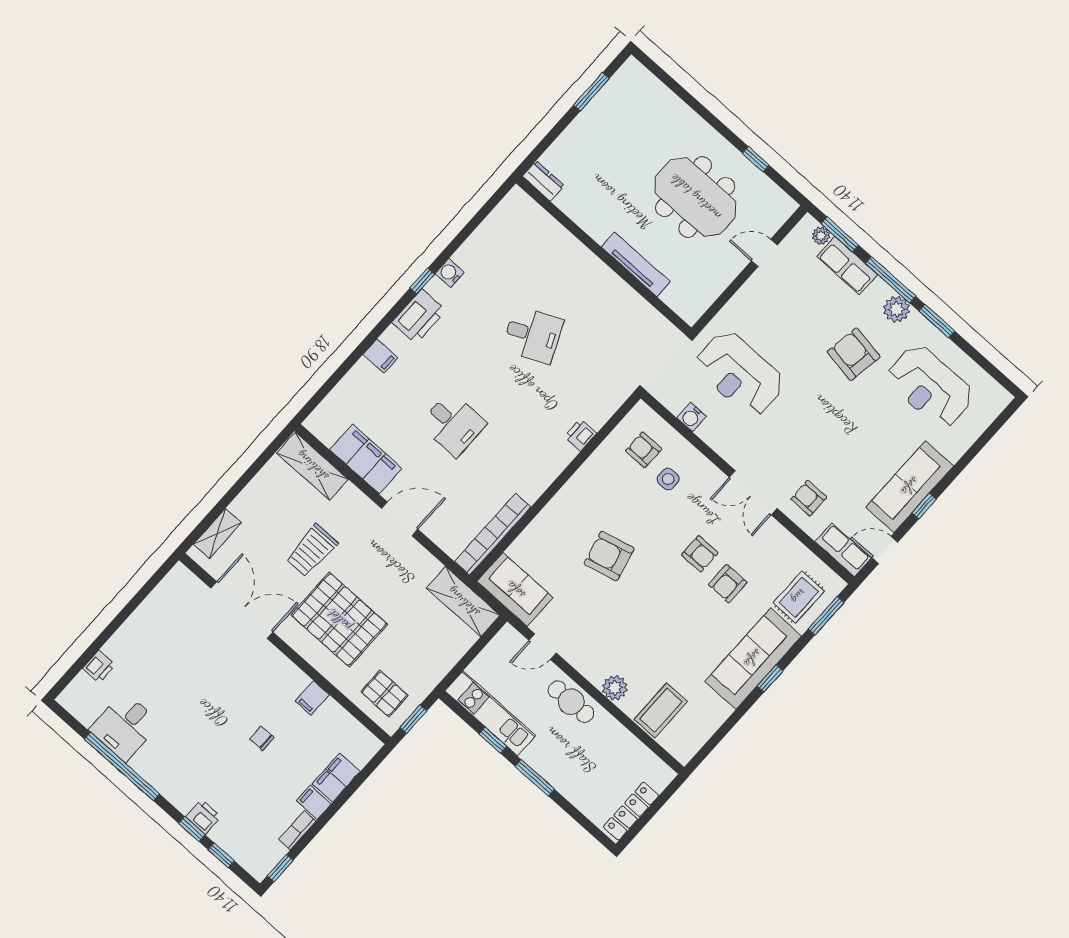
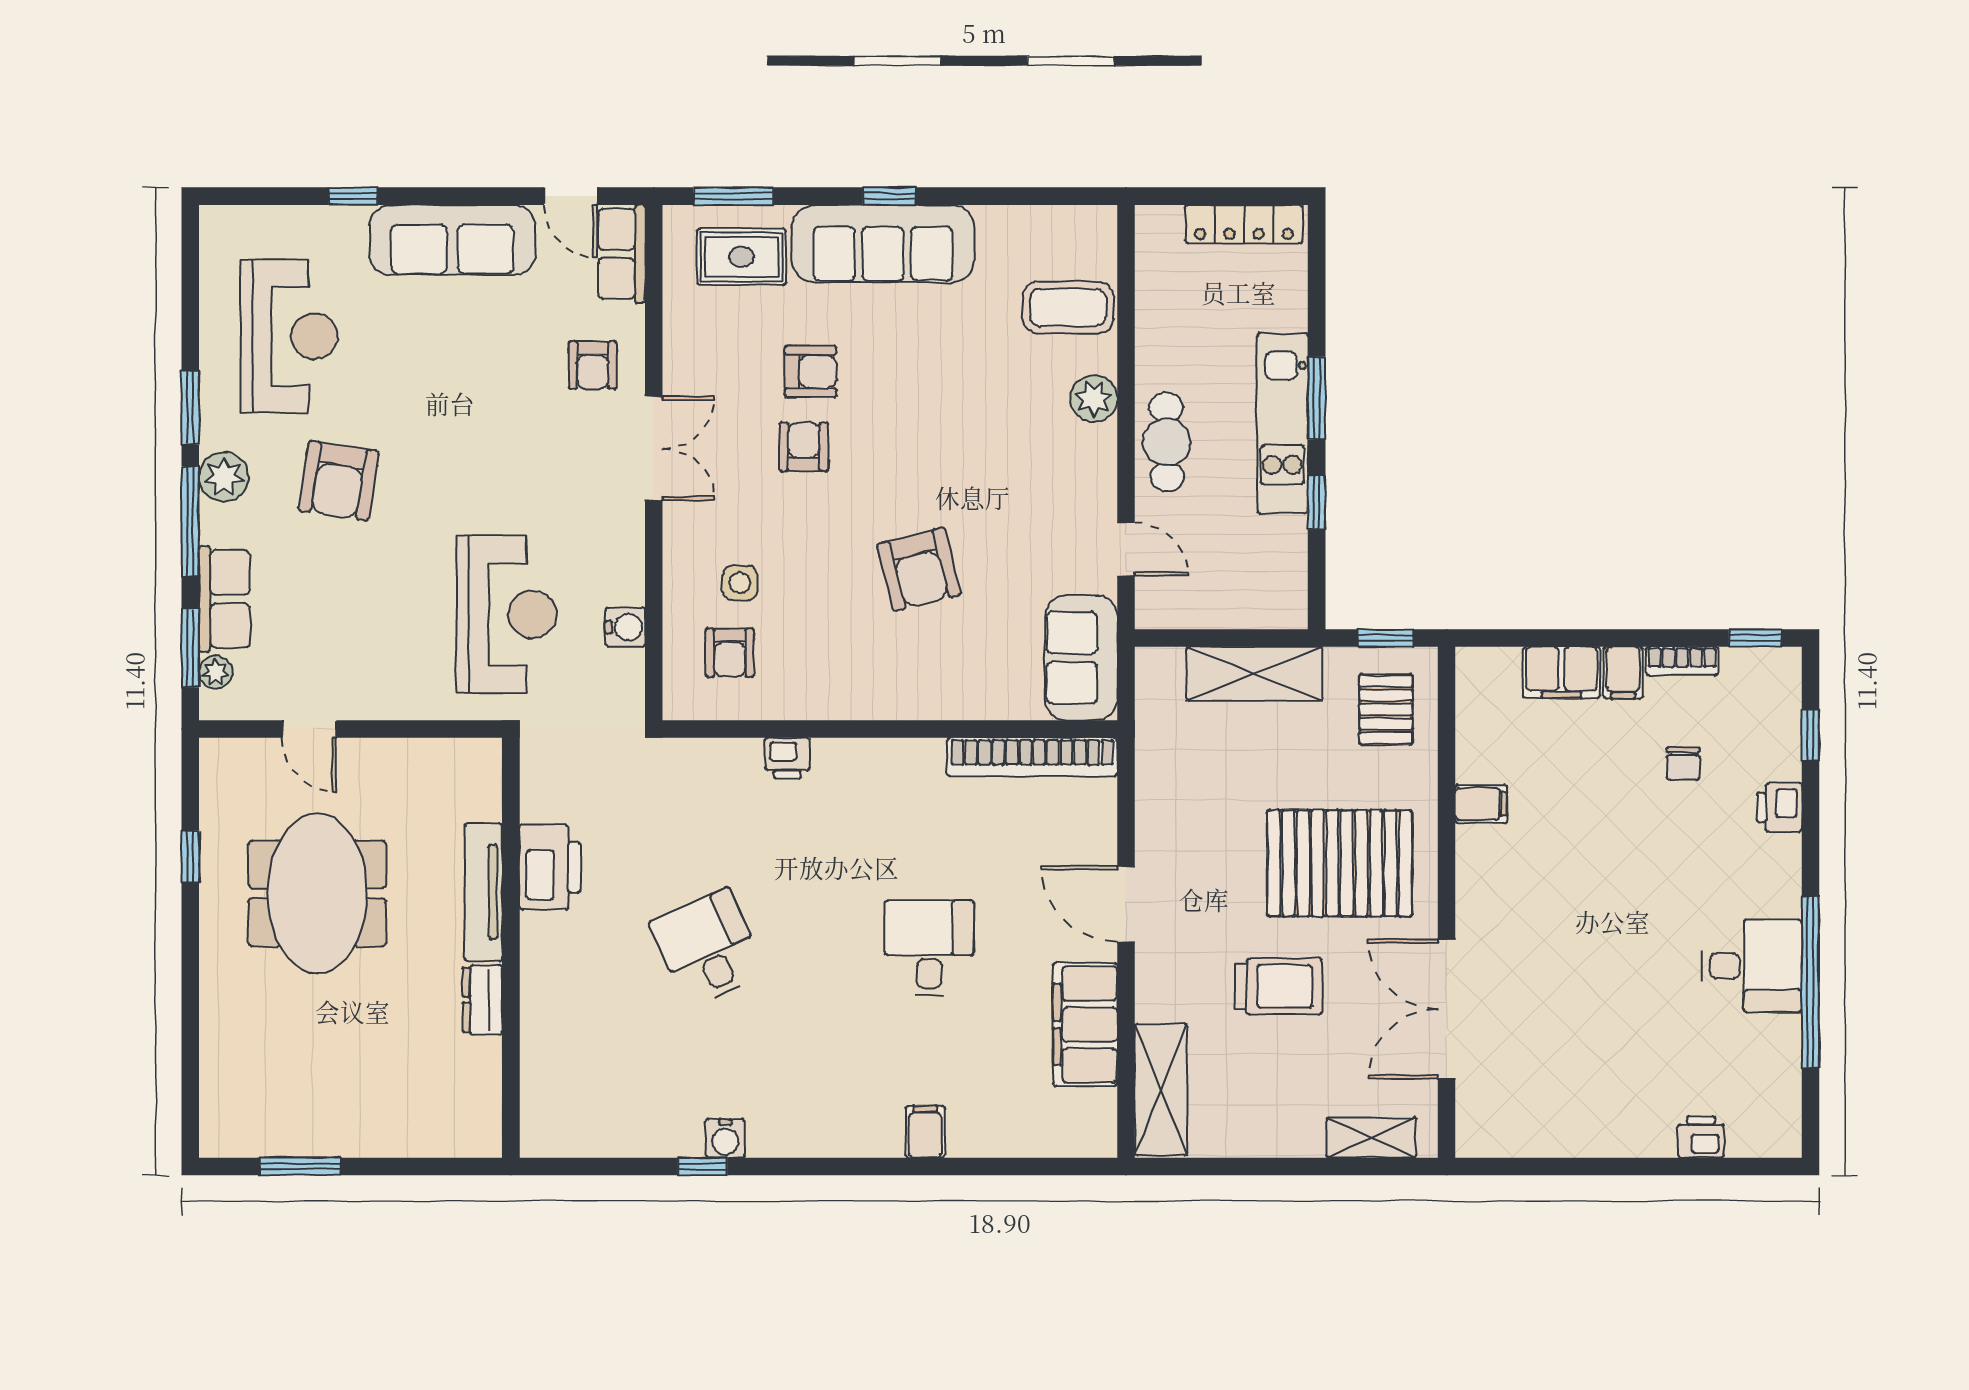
dresser: (543, 181) -> (483, 1000), moved
window: (422, 281) -> (702, 1166), moved
printer: (419, 316) -> (550, 867), moved, turned 90
window: (924, 506) -> (353, 196), moved
shelving: (463, 602) -> (1254, 674), moved, turned 90
pallet: (339, 620) -> (1340, 863), turned 90
kitchen unit: (490, 713) -> (1283, 423), moved
desk: (125, 726) -> (1752, 966), moved
chair: (262, 738) -> (1683, 764), moved
window: (192, 829) -> (1810, 808), removed

